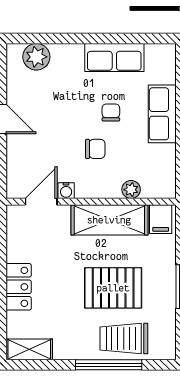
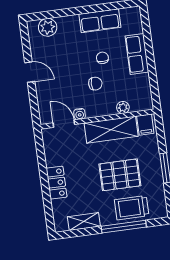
door: (41, 202) -> (64, 124), hinge flipped
shelving: (29, 349) -> (84, 222), moved

